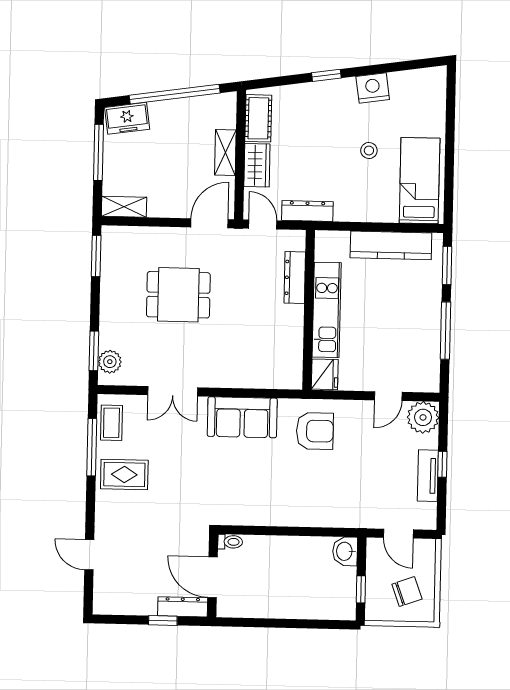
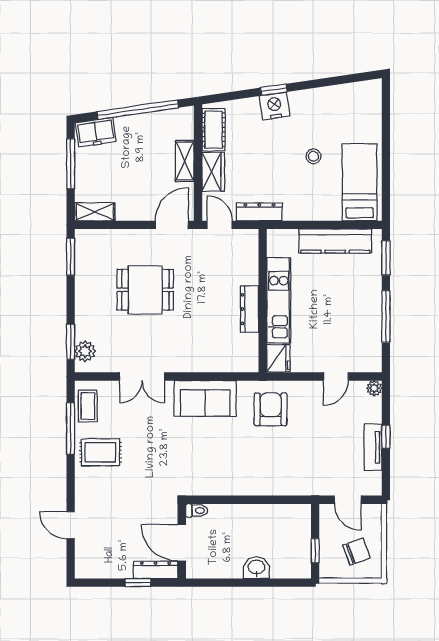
nightstand: (373, 88) -> (275, 106), moved
dresser: (295, 278) -> (250, 309), moved
plant: (423, 417) -> (374, 388), width x0.53, depth x0.53
armchair: (315, 431) -> (271, 409), turned -90
washbasin: (345, 551) -> (256, 568), moved, turned 90

